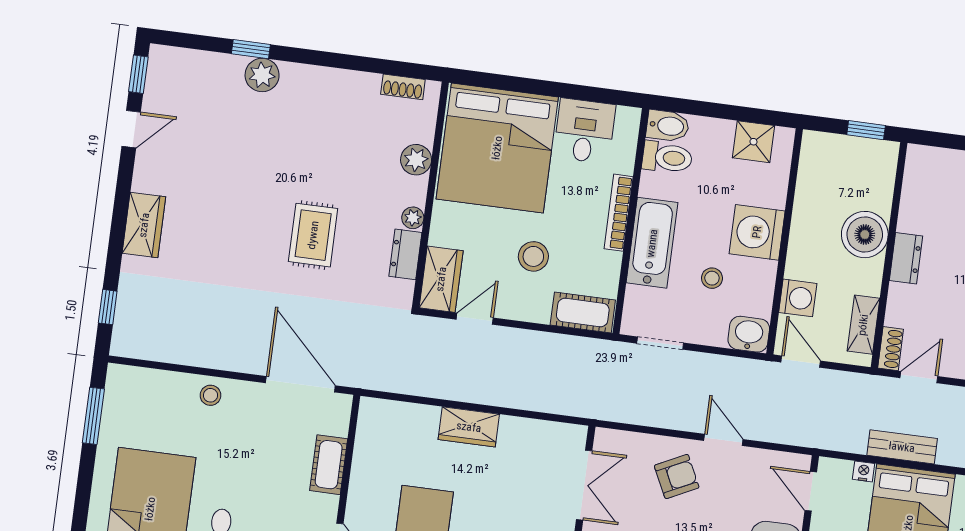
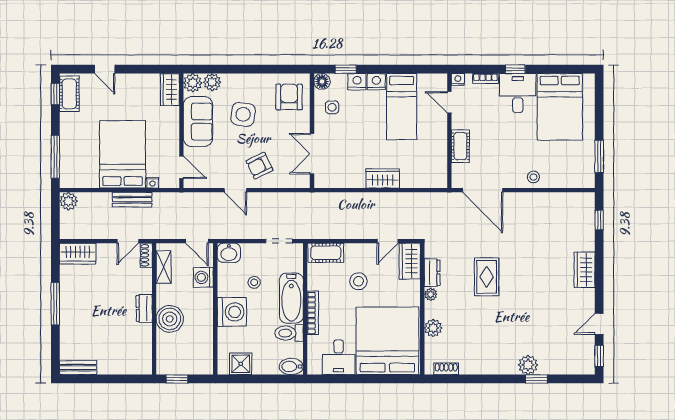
toilet: (667, 157) -> (289, 333), moved

